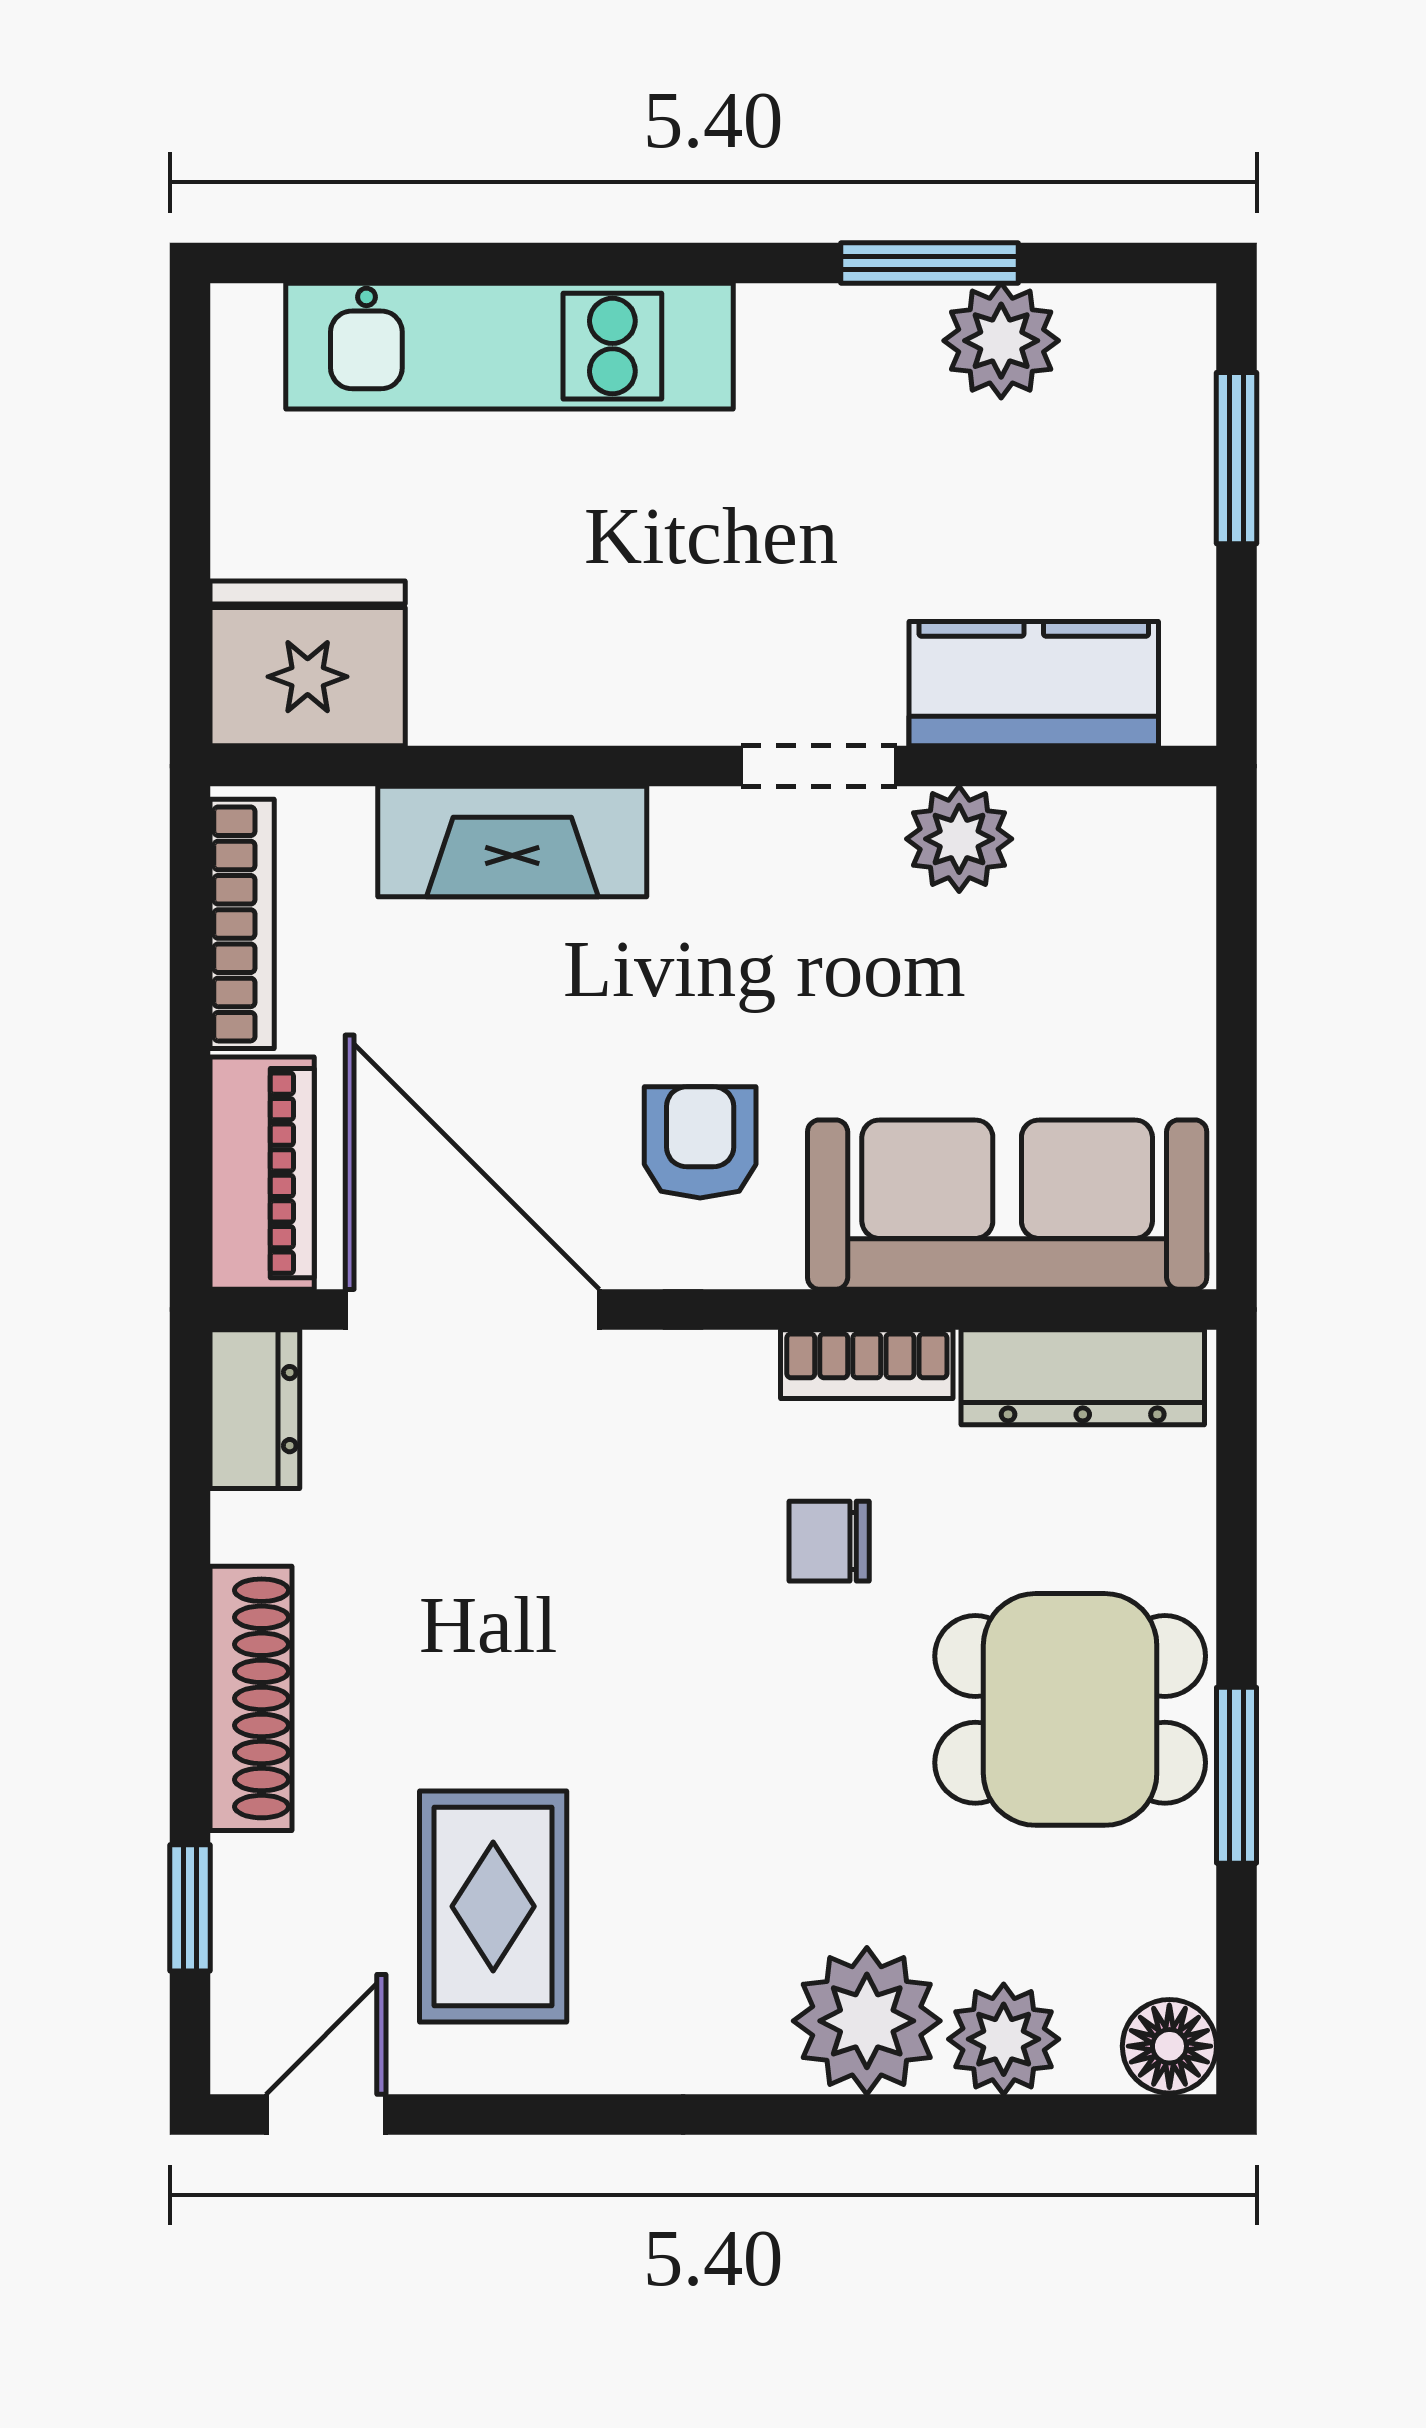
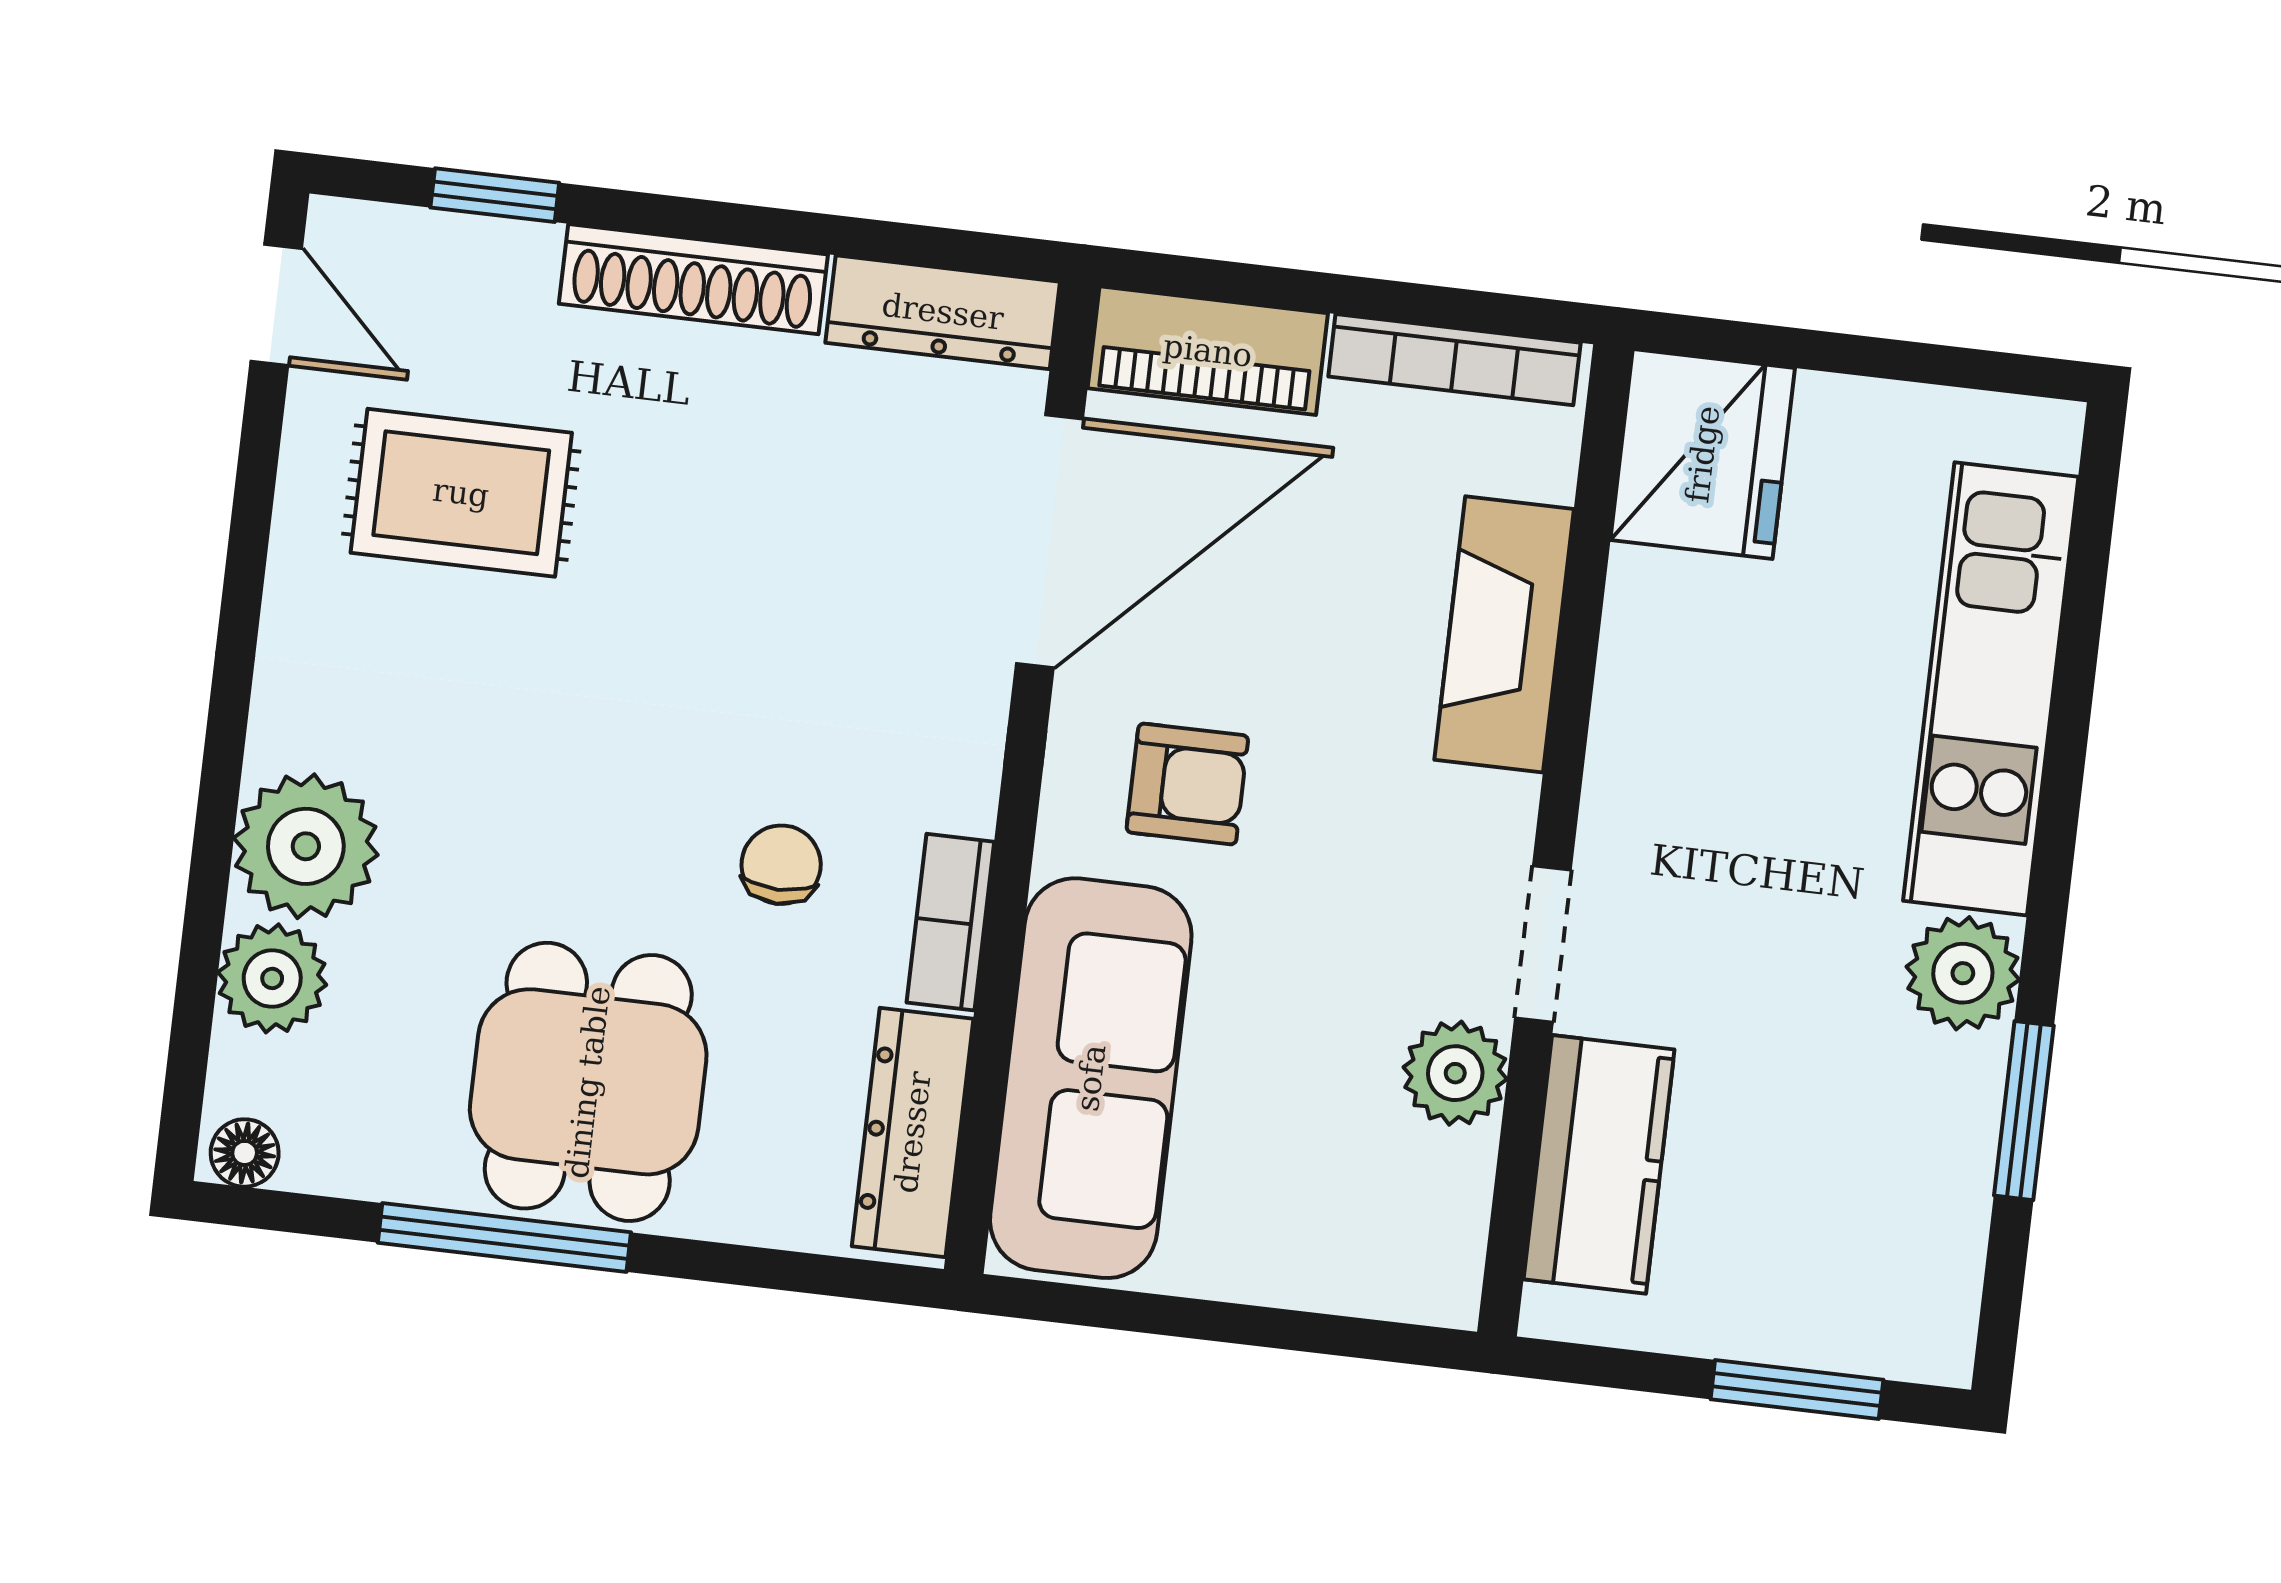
plant: (1001, 341) -> (1963, 973), moved
dresser: (255, 1409) -> (943, 312), width x1.44
window: (1237, 1775) -> (504, 1238), width x1.44
floor lamp: (1169, 2046) -> (245, 1153), width x0.73, depth x0.73

